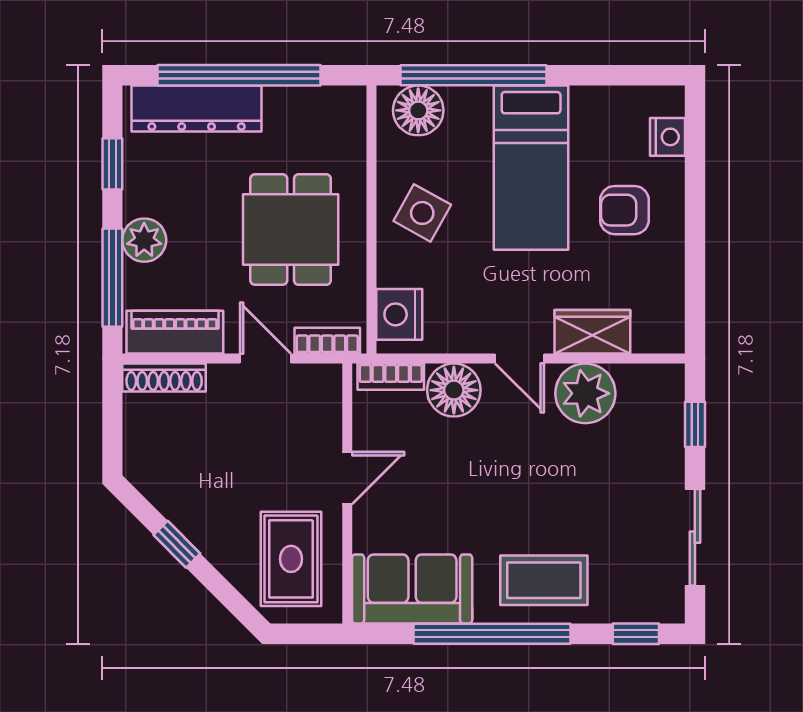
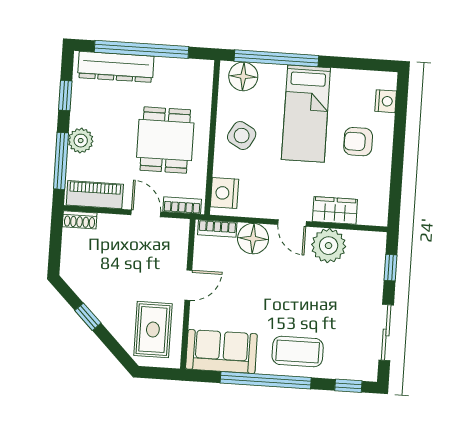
shoe rack: (164, 378) -> (80, 220), width x0.70

